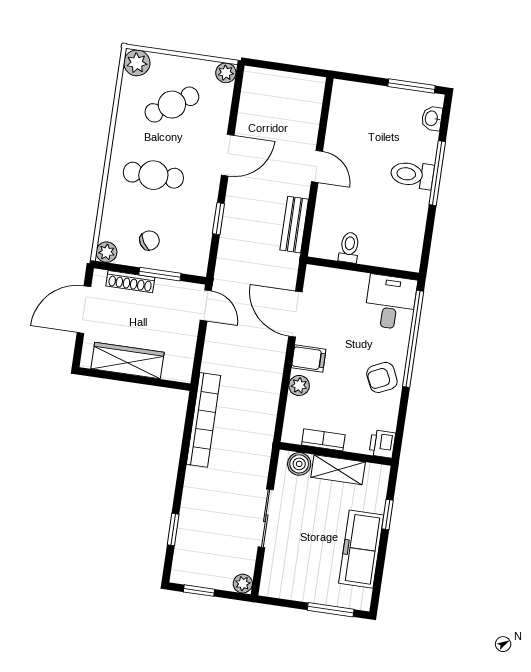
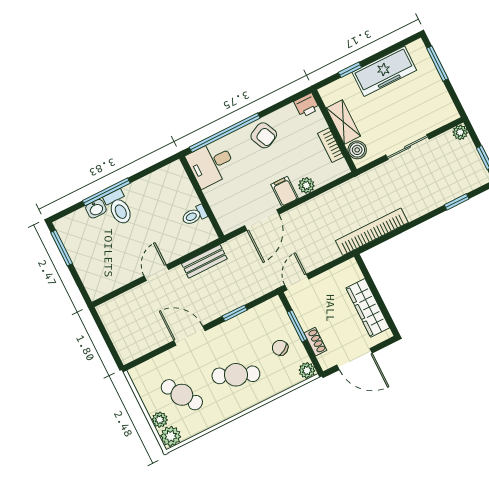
plant: (226, 73) -> (160, 420), moved
washbasin: (432, 118) -> (96, 209), moved
cafe table: (153, 175) -> (236, 375), turned -67
shoe rack: (130, 282) -> (315, 342), width x0.70

